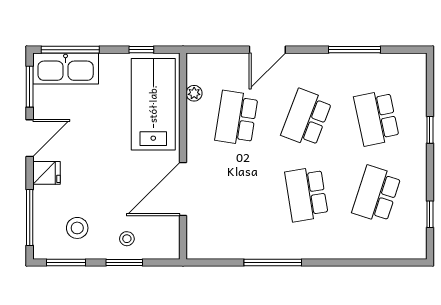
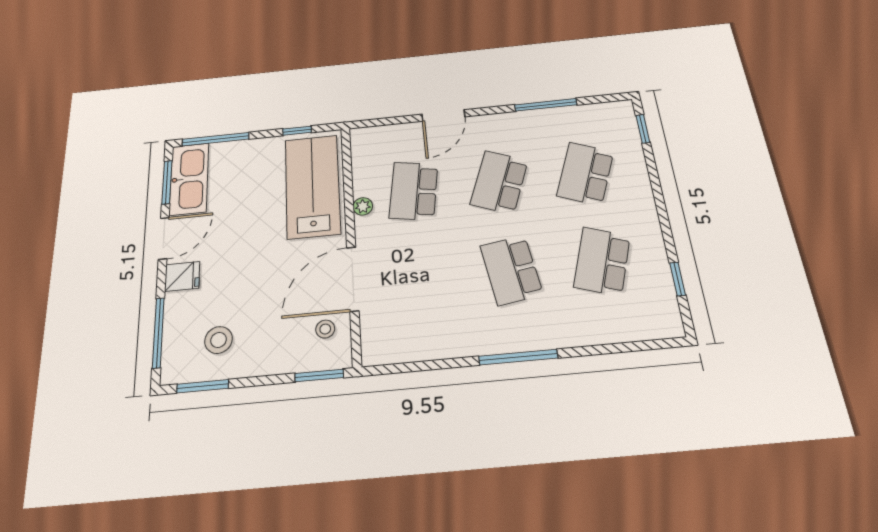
kitchen sink: (66, 68) -> (189, 179), moved, turned -90
plant: (194, 93) -> (363, 206), moved
school desk: (376, 118) -> (585, 174), turned 33
window: (430, 130) -> (643, 129), moved
stool: (127, 239) -> (325, 329), moved
window: (124, 263) -> (319, 375), moved
window: (273, 263) -> (518, 357), moved

